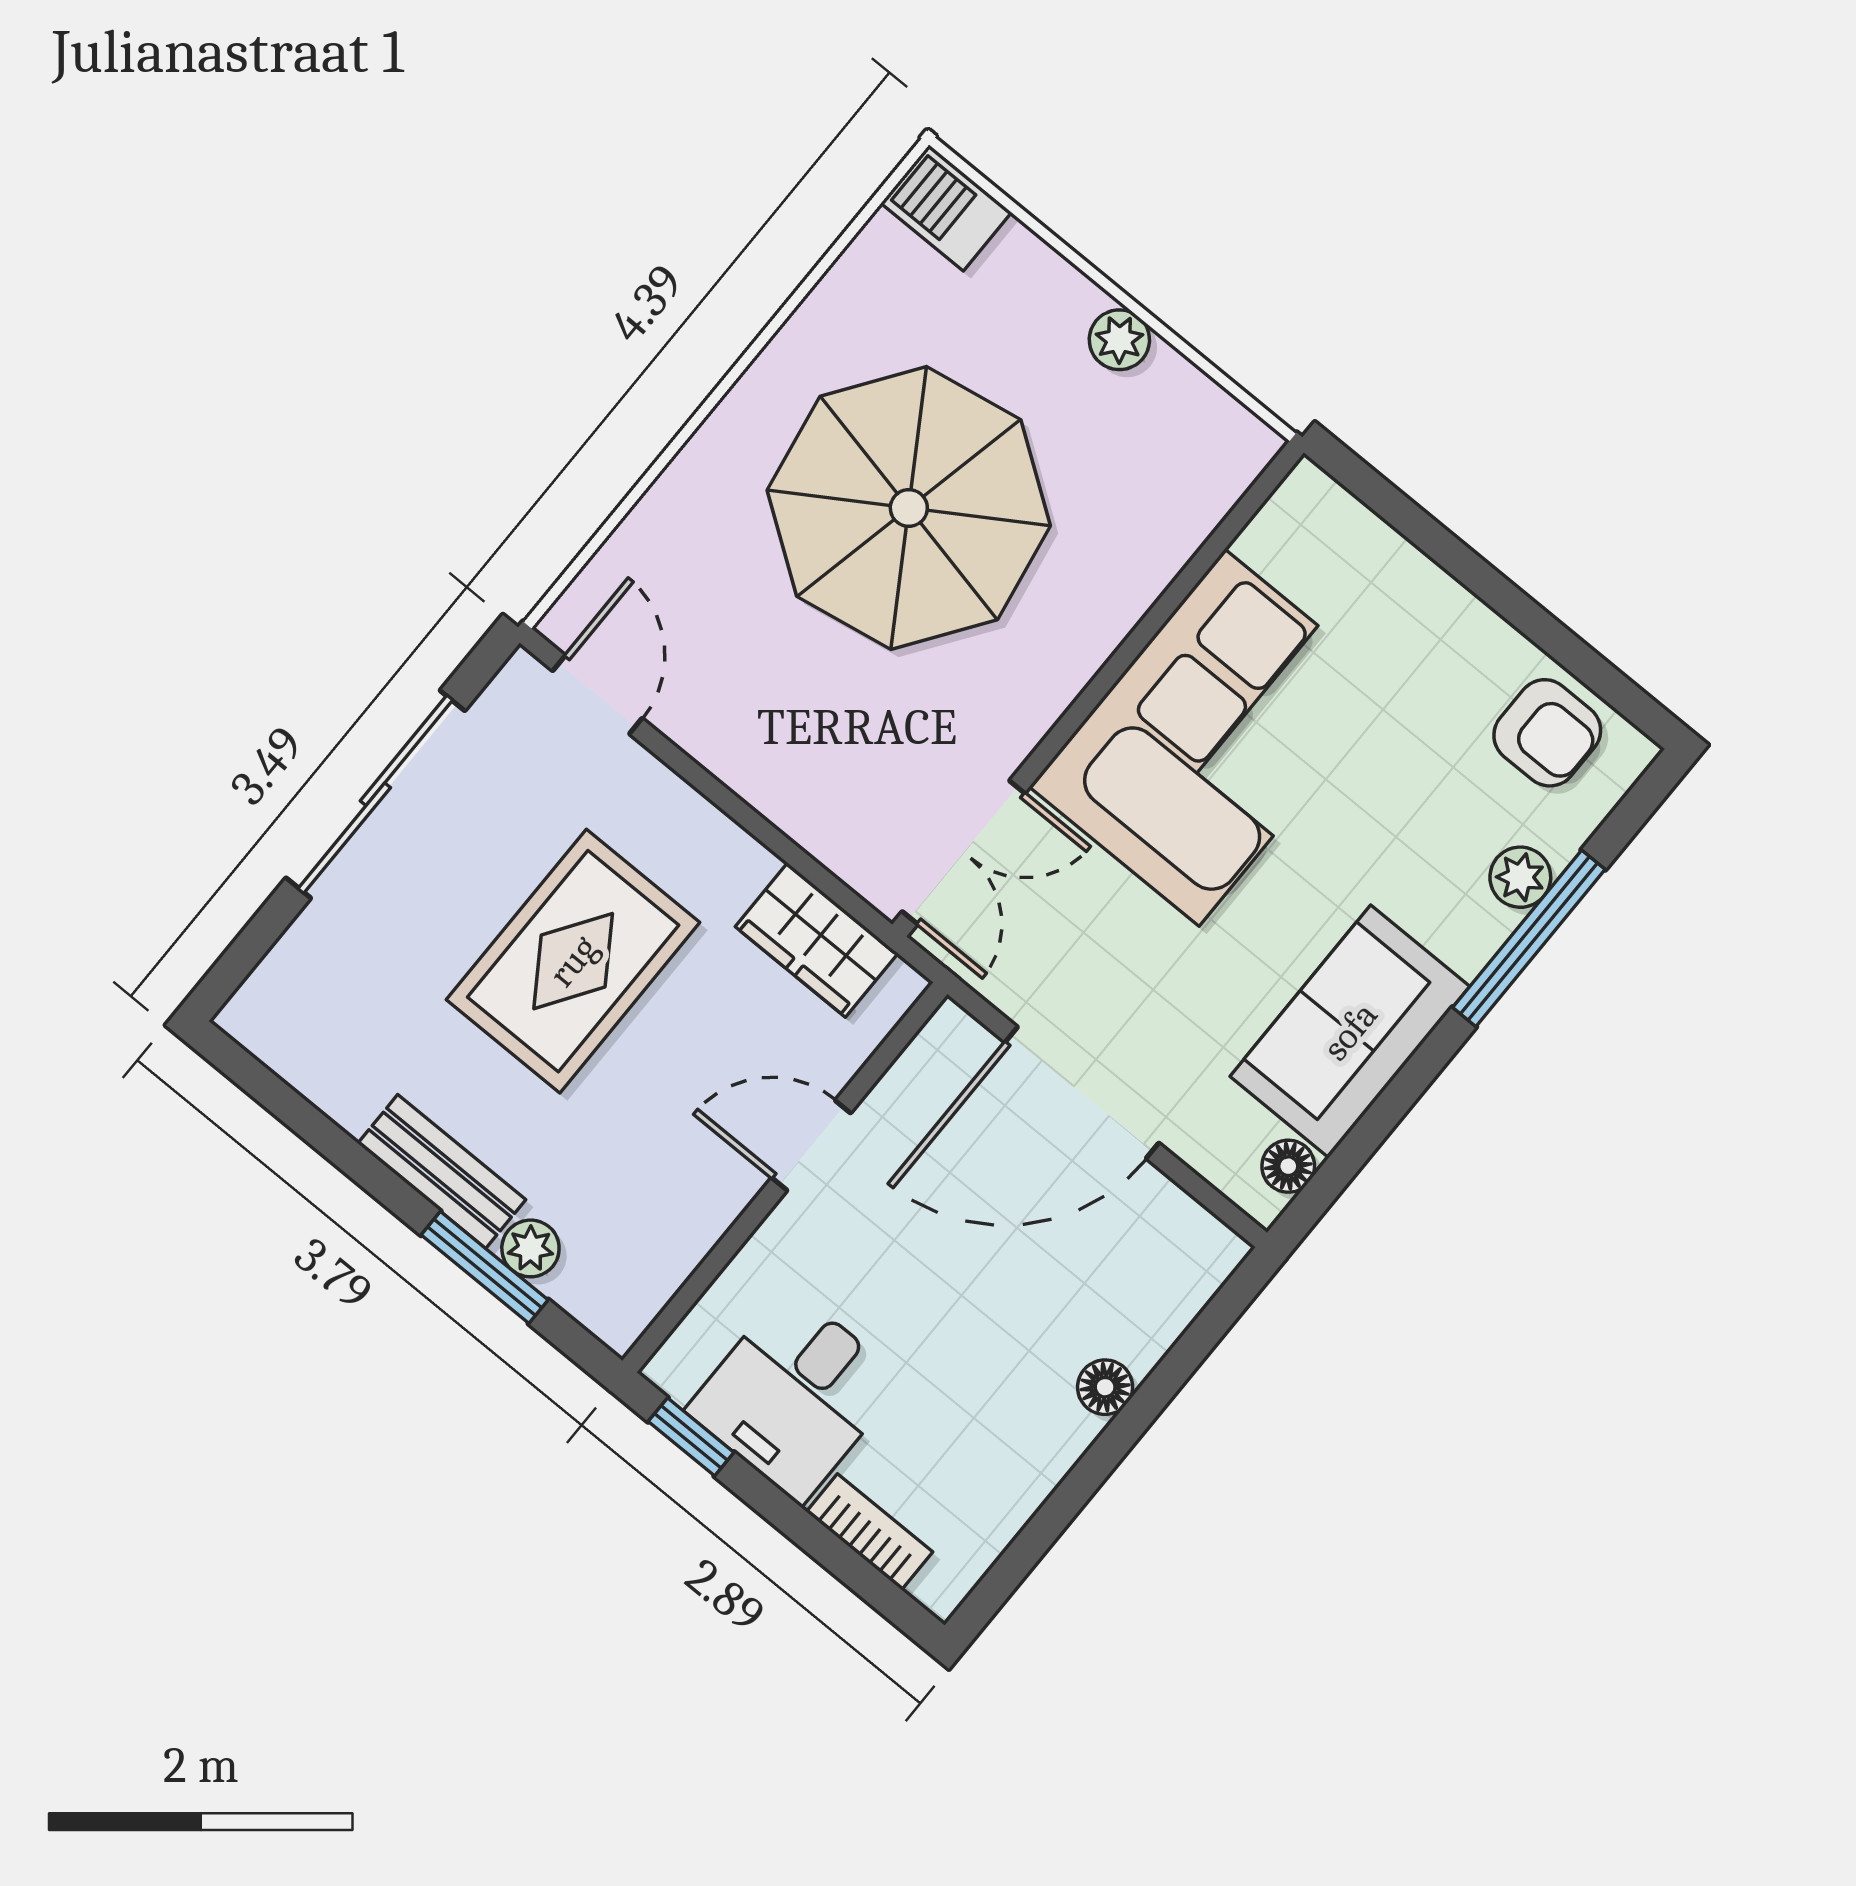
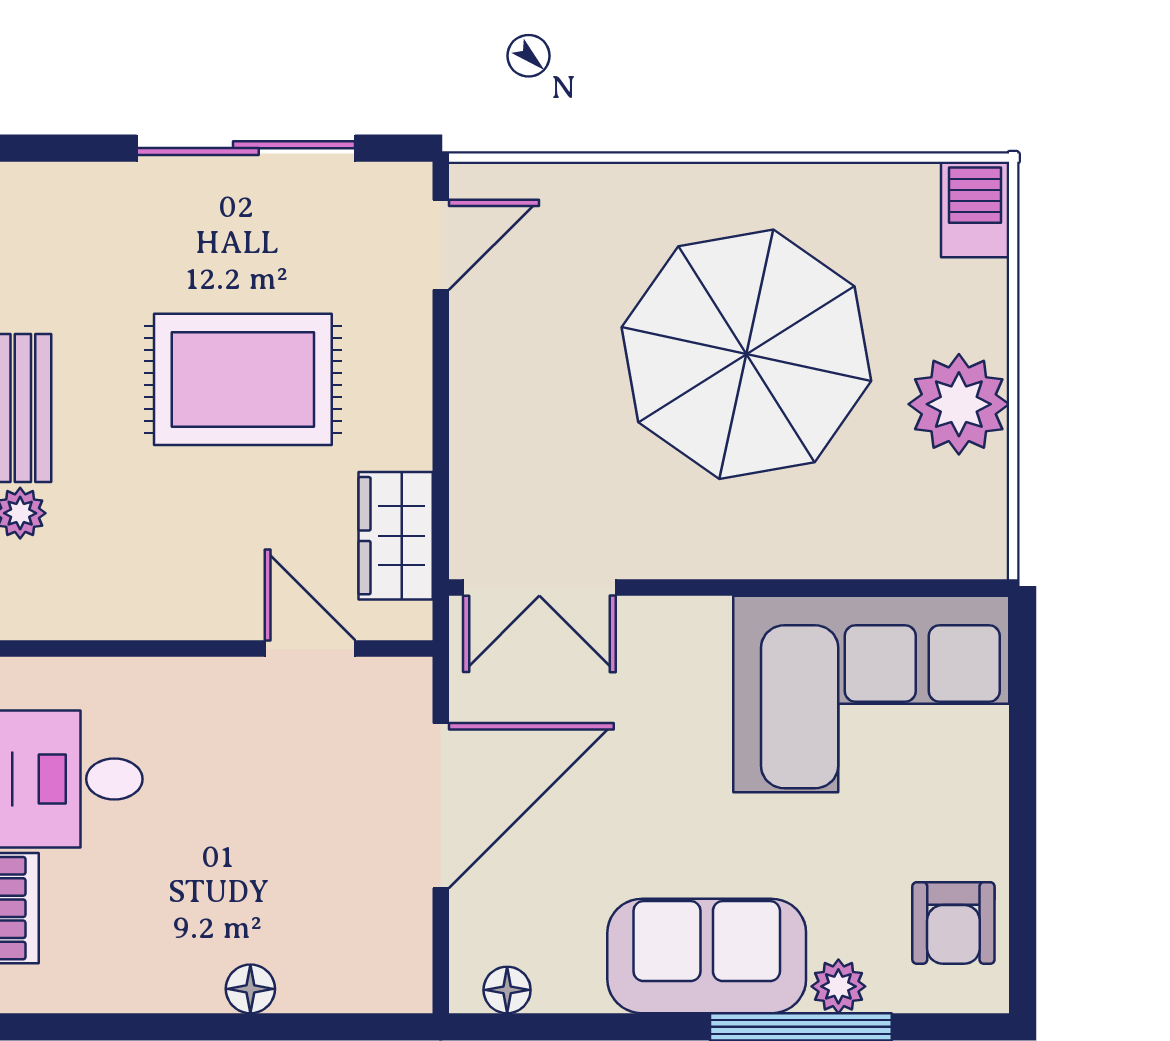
plant: (1119, 340) -> (959, 404), width x1.88, depth x1.88
corner sofa: (1212, 738) -> (871, 694), moved
sofa: (1350, 1031) -> (707, 956), moved
door: (1082, 1093) -> (441, 806), swing flipped
door: (811, 1145) -> (310, 649), moved

